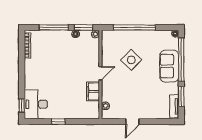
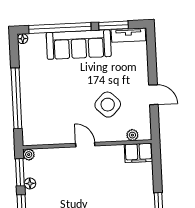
side table: (131, 60) -> (108, 105), moved
sofa: (169, 66) -> (79, 45), width x1.36
filing cabinet: (93, 91) -> (138, 153), moved

